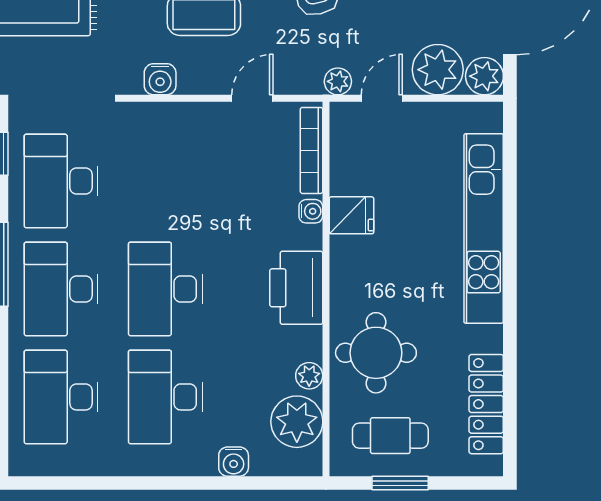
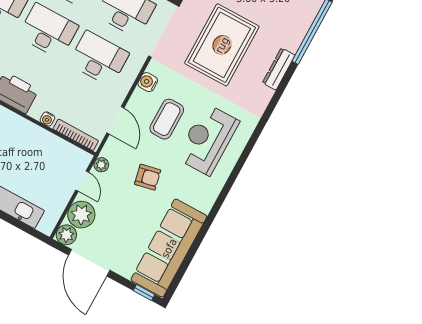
door: (252, 98) -> (115, 120), width x1.37
desk: (165, 181) -> (99, 59), added
fridge: (351, 215) -> (35, 137), removed

